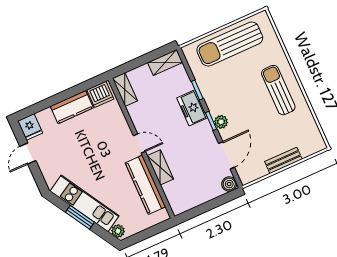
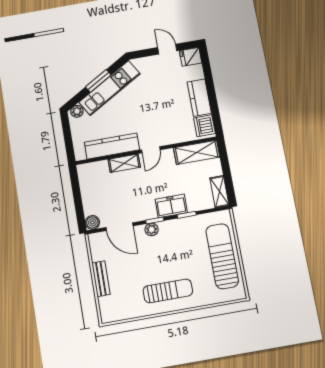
shelving: (125, 90) -> (197, 152), width x1.50, depth x1.33

